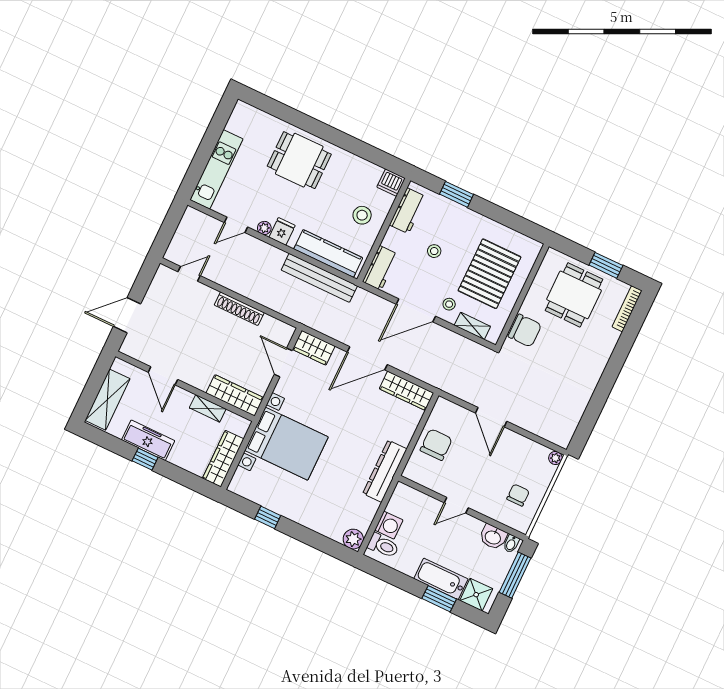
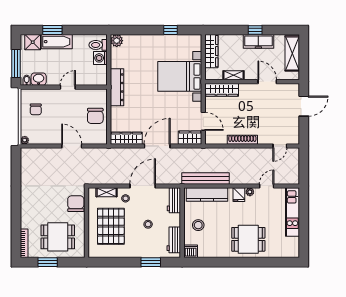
dining table: (574, 295) -> (58, 237), turned 90
chair: (525, 331) -> (76, 204), turned 90

